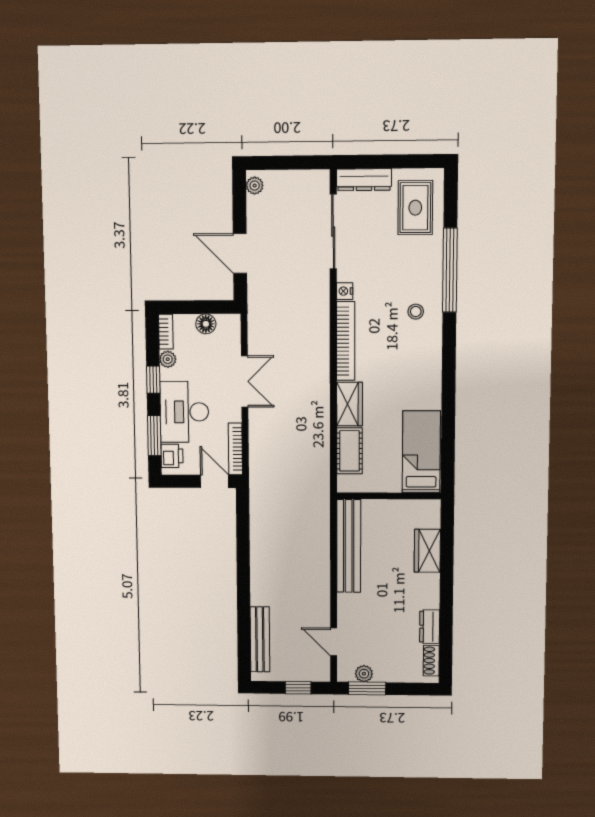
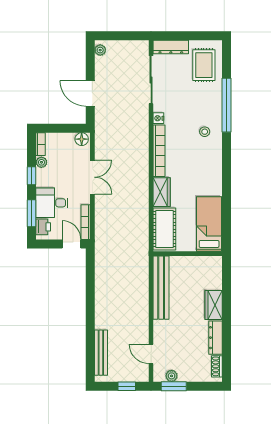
floor lamp: (206, 324) -> (82, 139), moved
desk: (184, 412) -> (52, 203), width x0.73
cot: (349, 451) -> (164, 229), width x1.37, depth x1.34
wardrobe: (427, 551) -> (214, 305), moved
dresser: (430, 627) -> (216, 338), width x1.44

